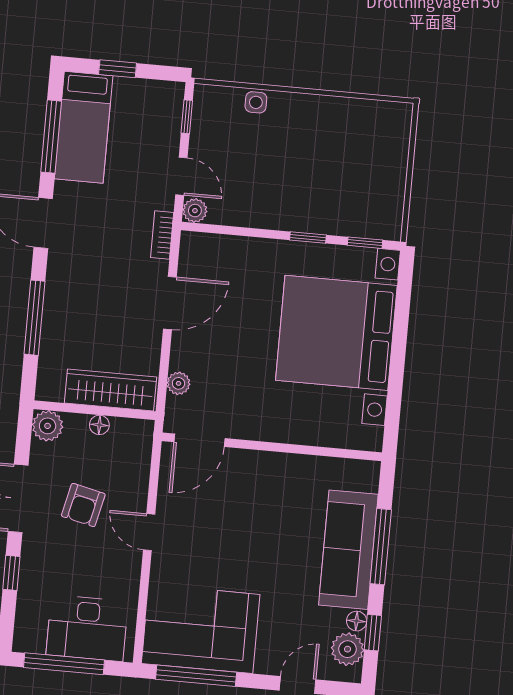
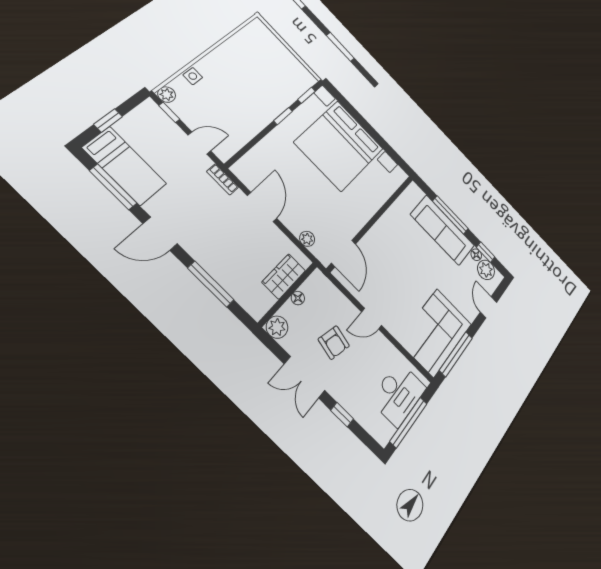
plant: (195, 211) -> (167, 95), moved
wardrobe: (111, 390) -> (284, 276), width x0.67

